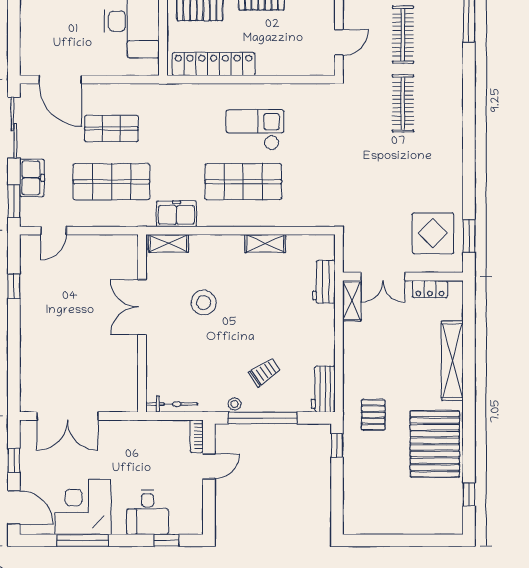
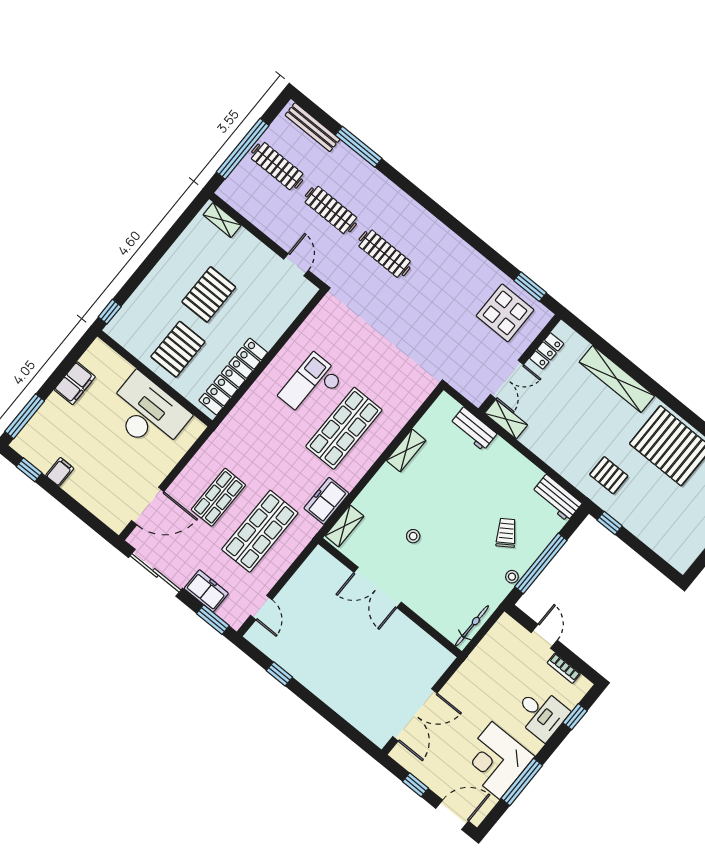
stool: (204, 303) -> (413, 536), width x0.53, depth x0.53
bookcase: (197, 436) -> (564, 668), moved

